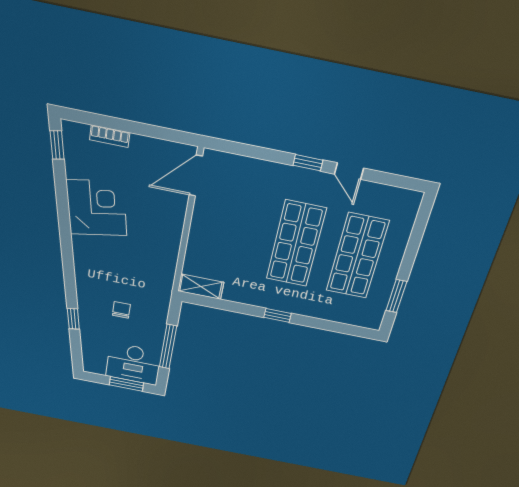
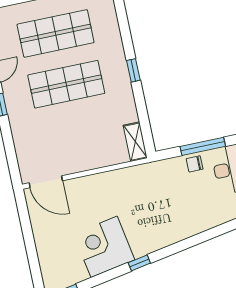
bookcase: (110, 136) -> (43, 256), removed
chair: (121, 310) -> (195, 164), moved
window: (73, 319) -> (139, 263), moved

